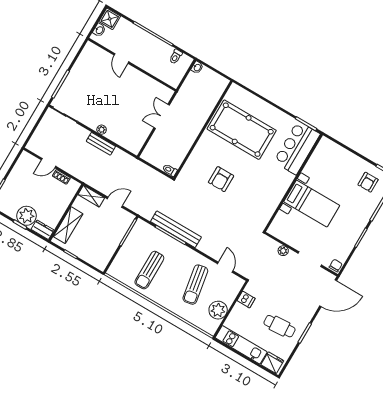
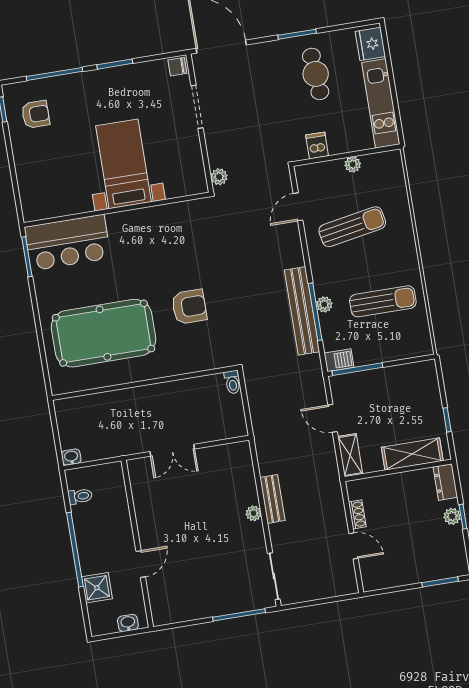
shower: (110, 19) -> (97, 588), moved
pool table: (242, 130) -> (103, 333), turned 90
plant: (27, 216) -> (452, 516), width x0.53, depth x0.53
barbecue: (139, 227) -> (339, 360), added
plant: (170, 242) -> (324, 304), added
plant: (283, 251) -> (219, 177), moved
plant: (218, 310) -> (353, 164), width x0.53, depth x0.53

